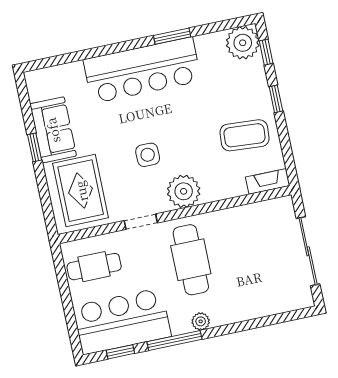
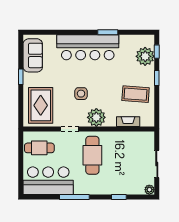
plant: (243, 43) -> (145, 56), moved
sofa: (53, 130) -> (33, 55), moved
fireplace: (268, 181) -> (128, 122), moved
sliding door: (308, 251) -> (157, 164), width x0.73
plant: (201, 321) -> (149, 190), moved
window: (120, 352) -> (119, 197), moved

